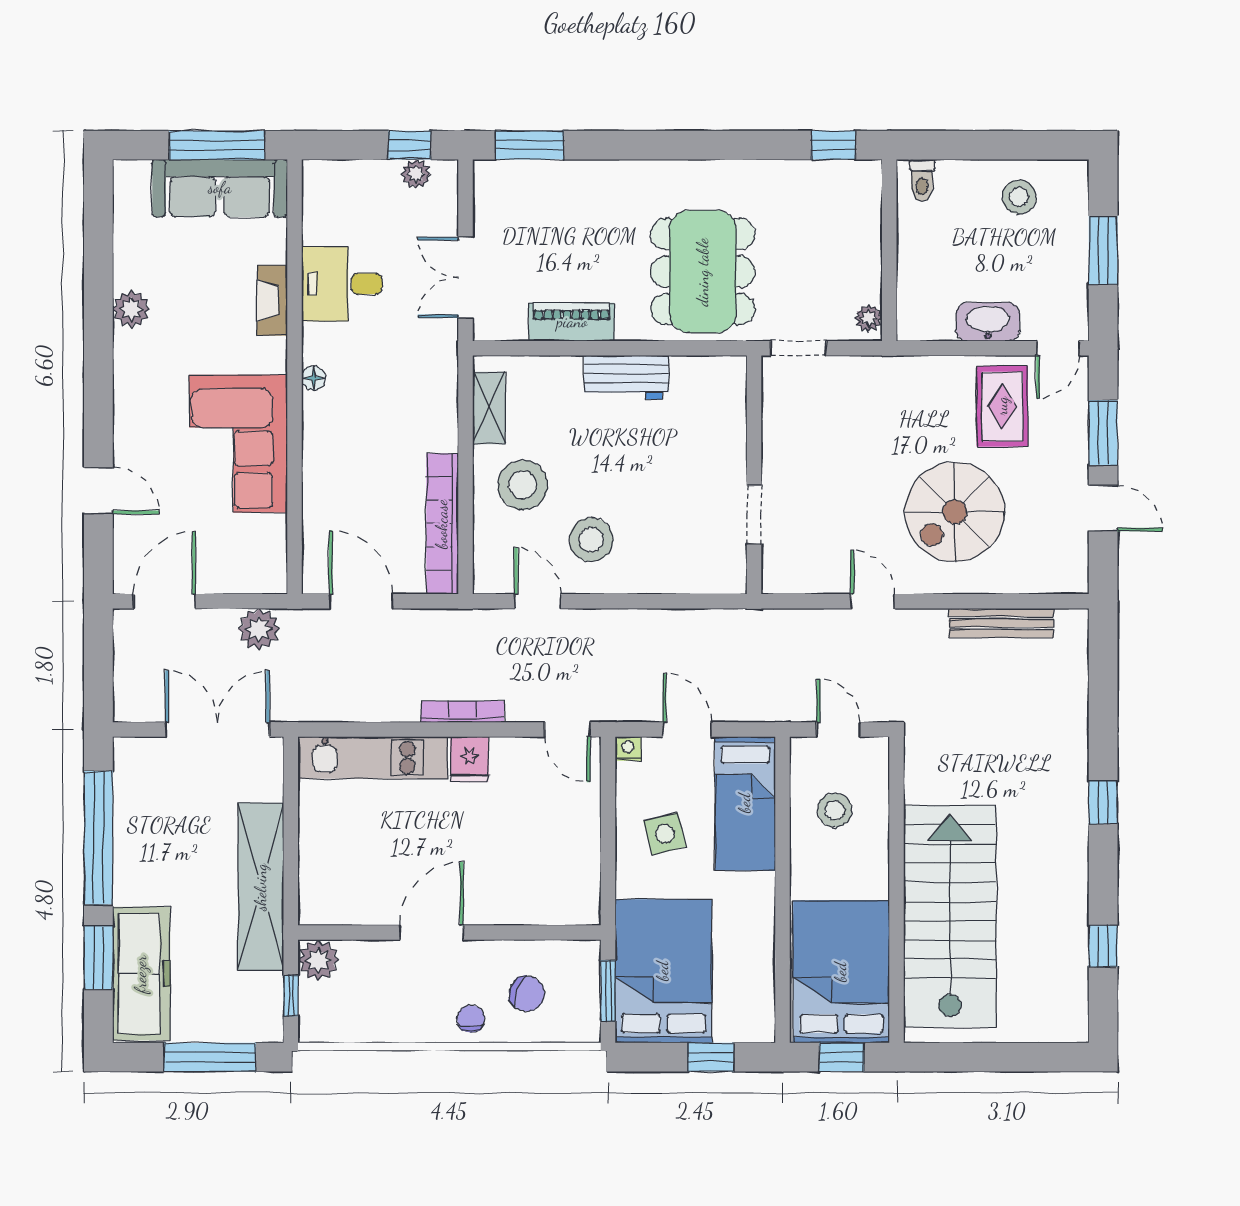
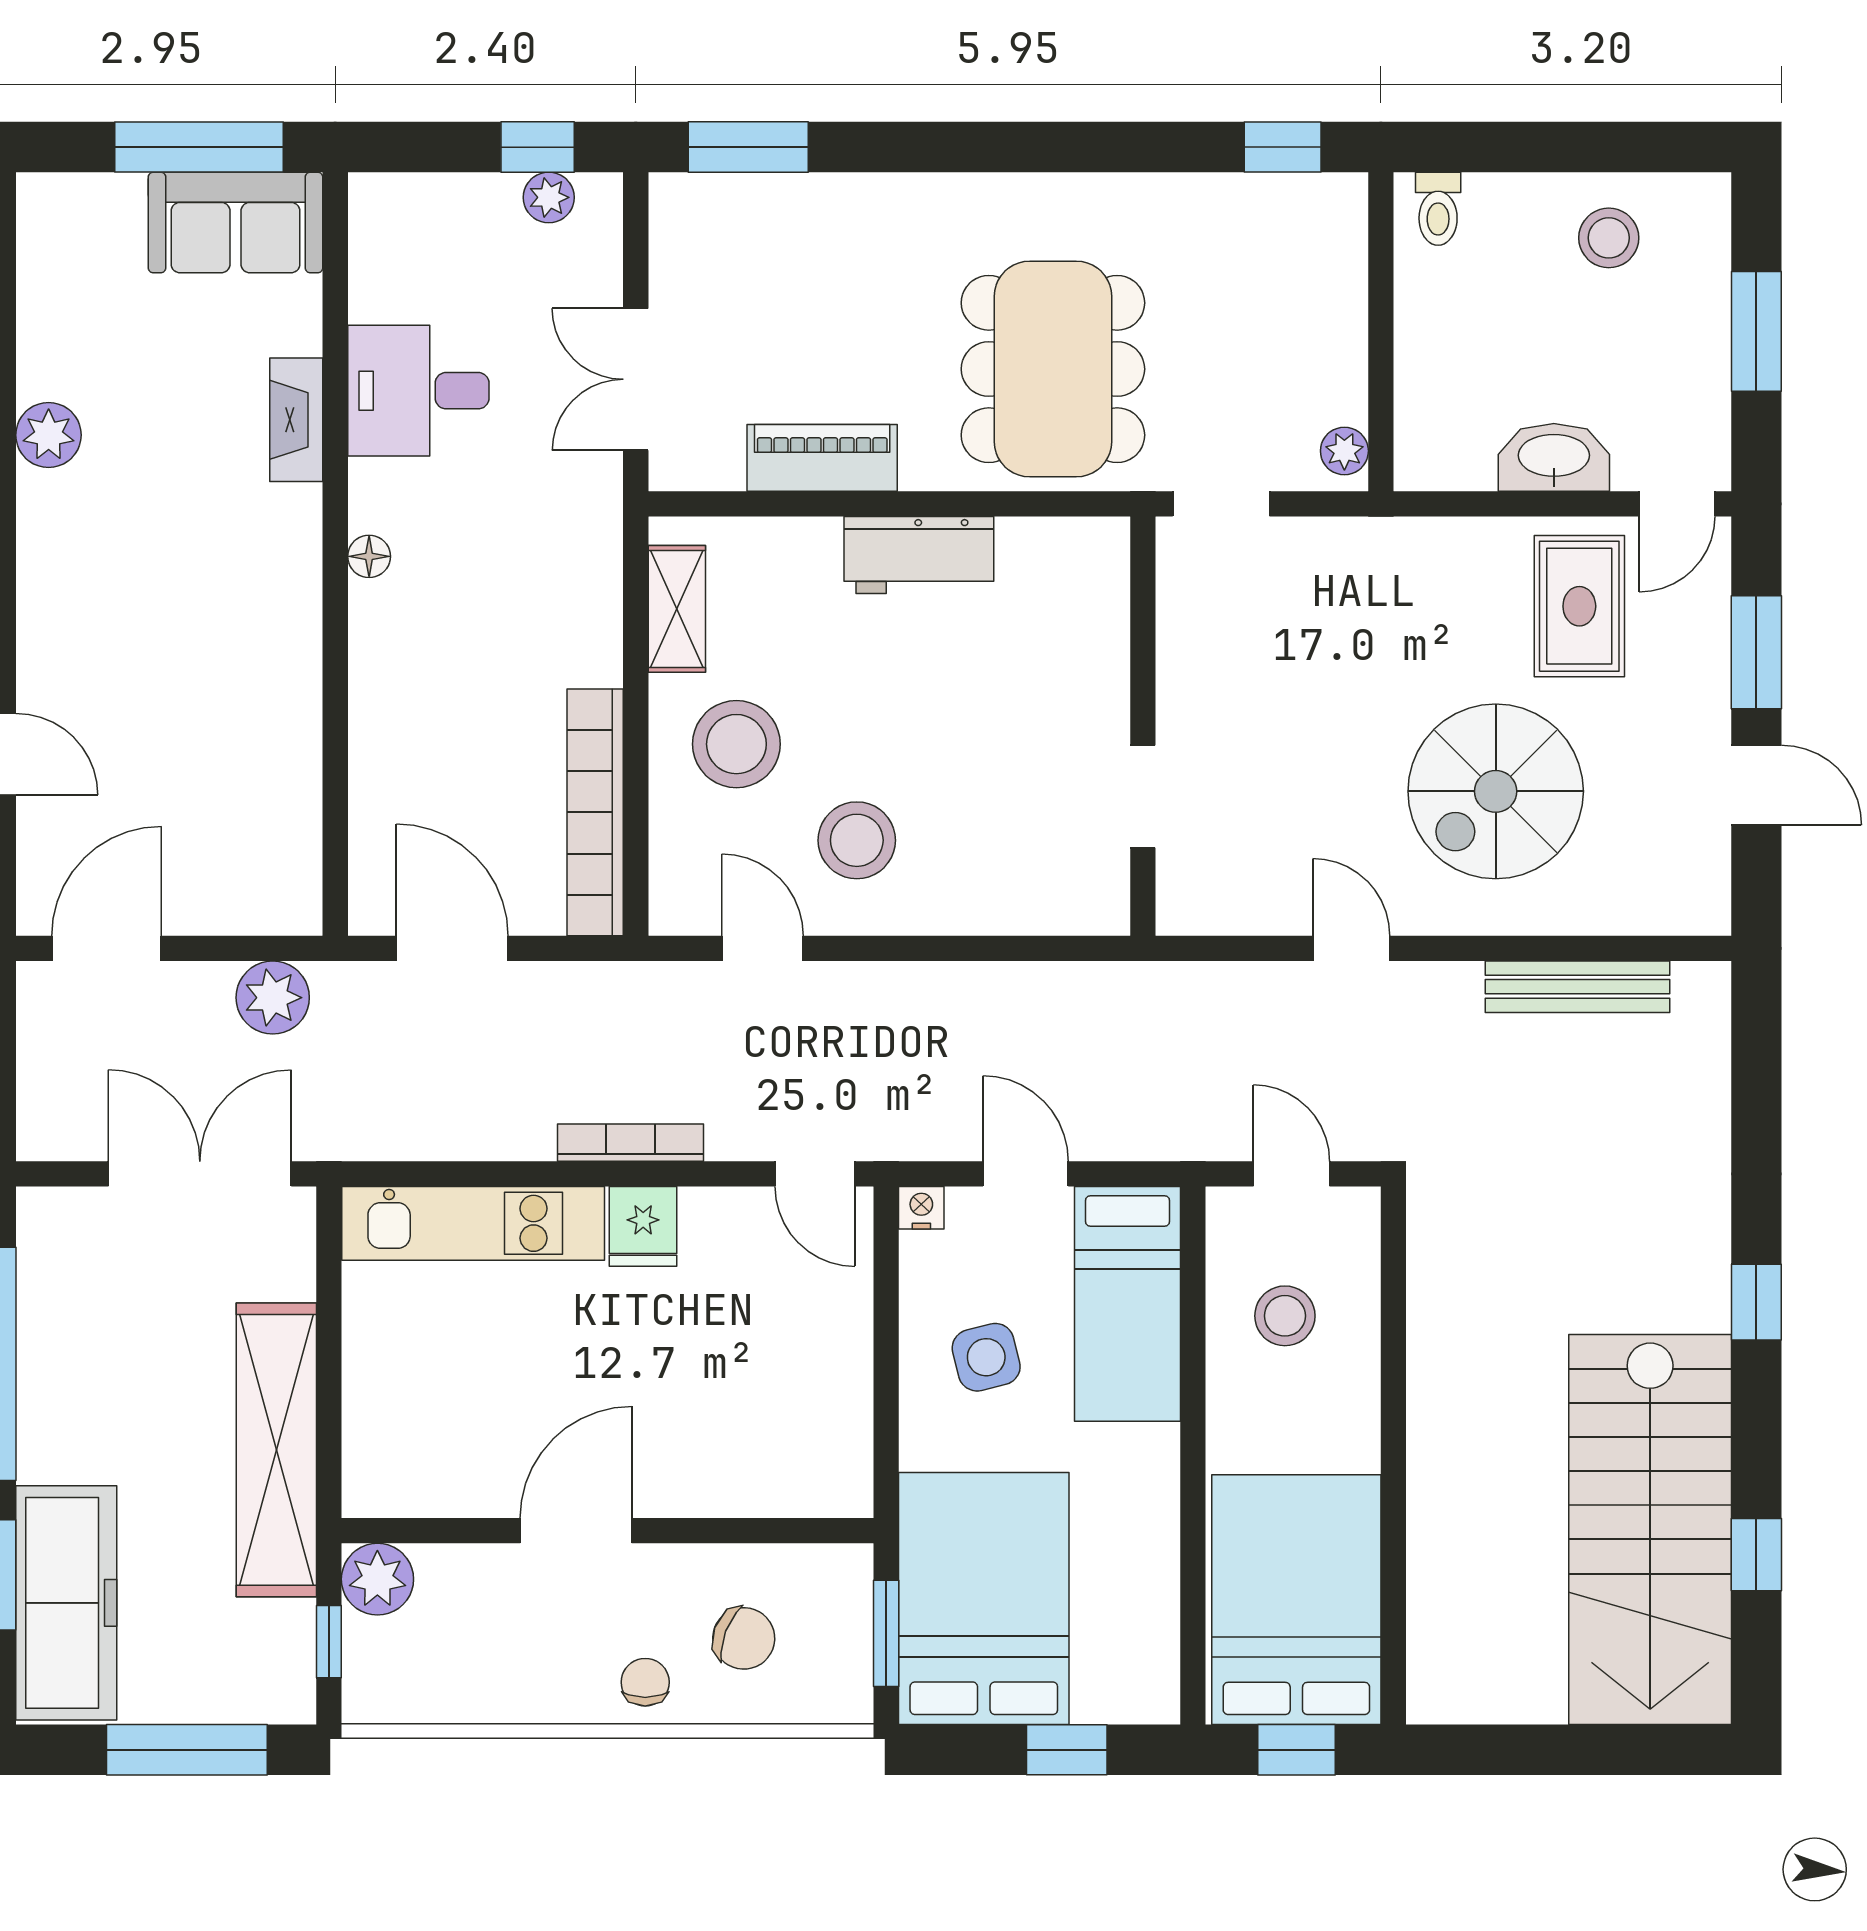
sofa: (220, 188) -> (235, 222), width x0.73
corner sofa: (238, 444) -> (236, 672), removed
stairs: (950, 916) -> (1650, 1530), moved, turned 180

